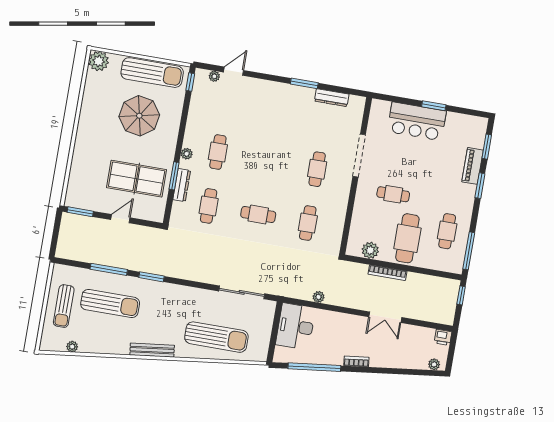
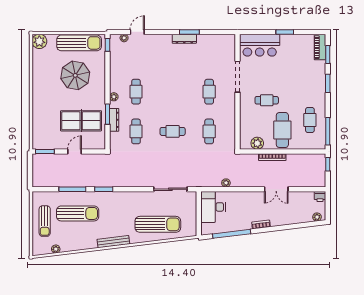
dresser: (332, 98) -> (184, 39), moved
bar counter: (417, 121) -> (260, 45), moved
piano: (473, 166) -> (320, 47), moved

